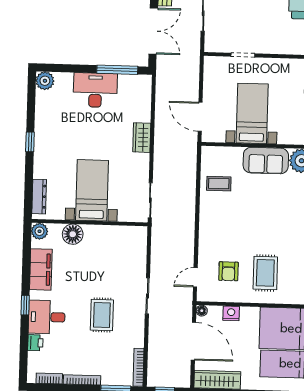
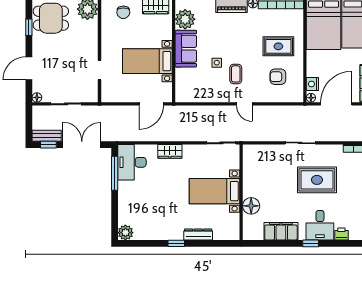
desk: (95, 90) -> (132, 162), moved
coffee table: (219, 184) -> (236, 74), moved
dresser: (39, 197) -> (198, 234), moved
side table: (248, 198) -> (217, 63), added
plant: (40, 231) -> (250, 233), removed
armchair: (228, 271) -> (278, 77), turned 180
door: (195, 277) -> (244, 104), moved
nightstand: (231, 313) -> (312, 84), moved
rug: (102, 315) -> (317, 180), width x1.36, depth x1.43

